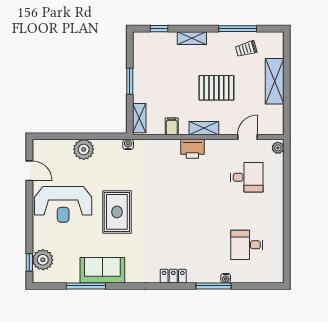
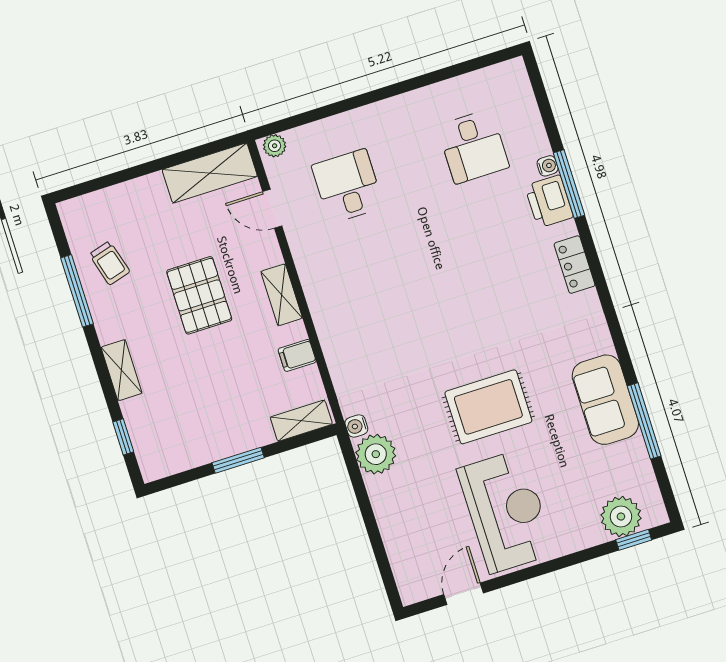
shelving: (275, 81) -> (210, 173), moved
plant: (84, 149) -> (376, 454), moved
printer: (192, 149) -> (549, 201), moved, turned 180

